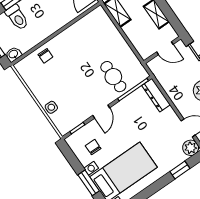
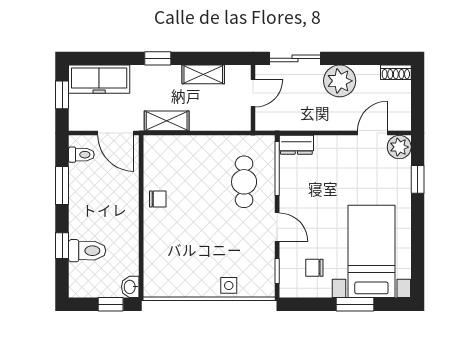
chair: (45, 56) -> (158, 199), moved
cafe table: (113, 77) -> (244, 182), turned 90
dresser: (156, 95) -> (296, 145), width x0.70

